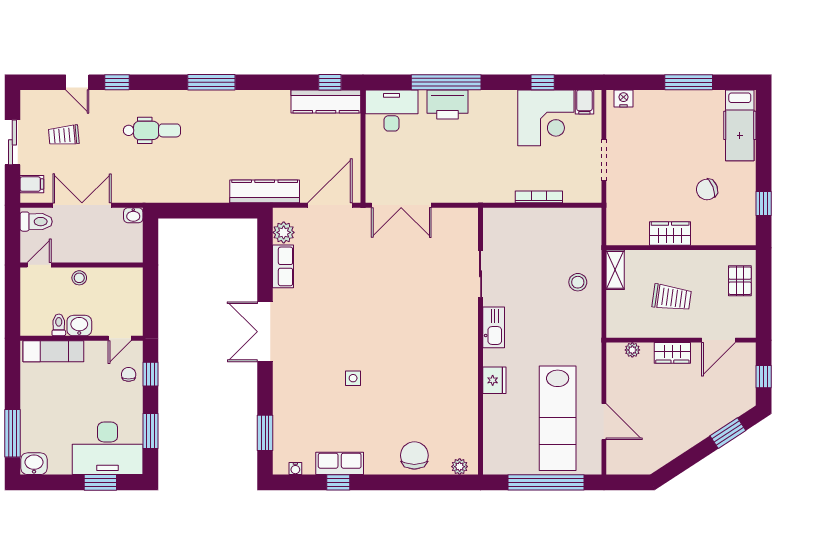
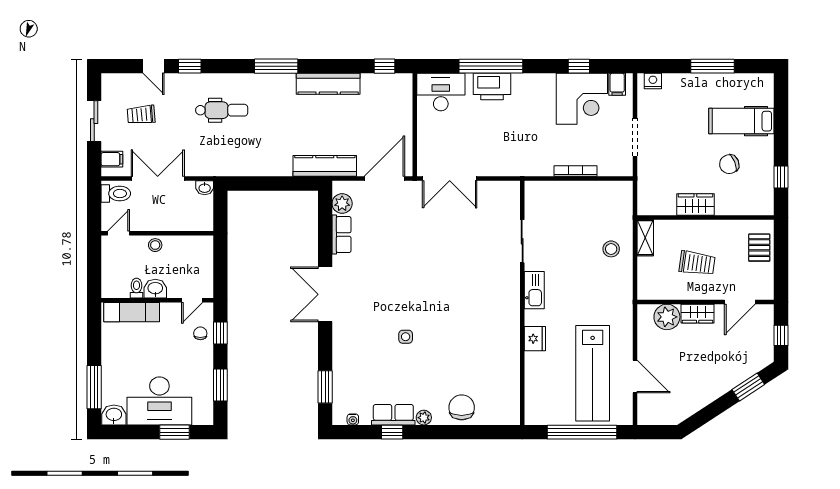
kitchen counter: (326, 102) -> (328, 84), moved
hospital bed: (740, 125) -> (741, 121), moved, turned 90
plant: (632, 350) -> (667, 317), width x1.87, depth x1.87
desk: (108, 448) -> (159, 401), moved
plant: (460, 467) -> (424, 418), moved

